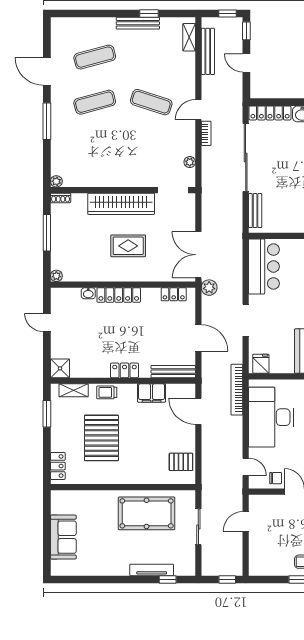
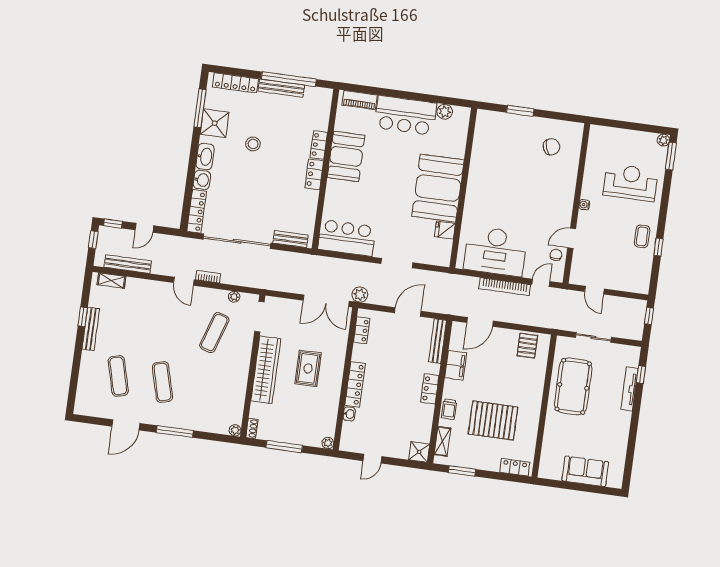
exercise mat: (151, 102) -> (214, 333), moved
fridge: (261, 364) -> (445, 230), moved
bookcase: (237, 390) -> (505, 287), moved

